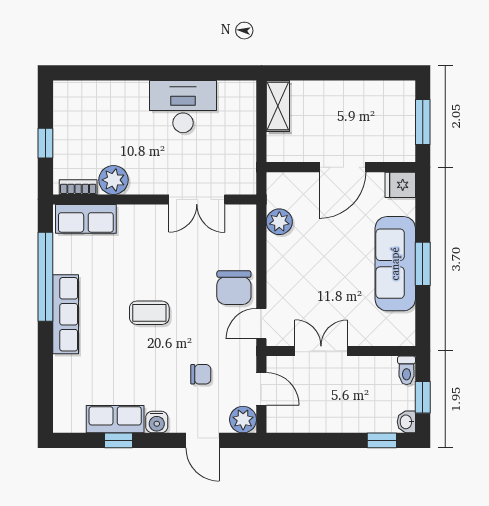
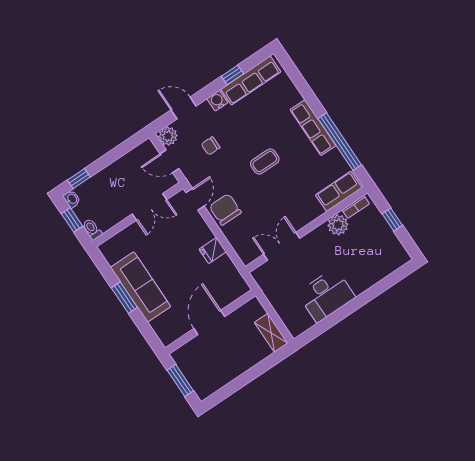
fridge: (400, 185) -> (213, 251), moved, turned 180
plant: (279, 222) -> (225, 266), removed
row of seats: (115, 419) -> (251, 81), width x1.48

